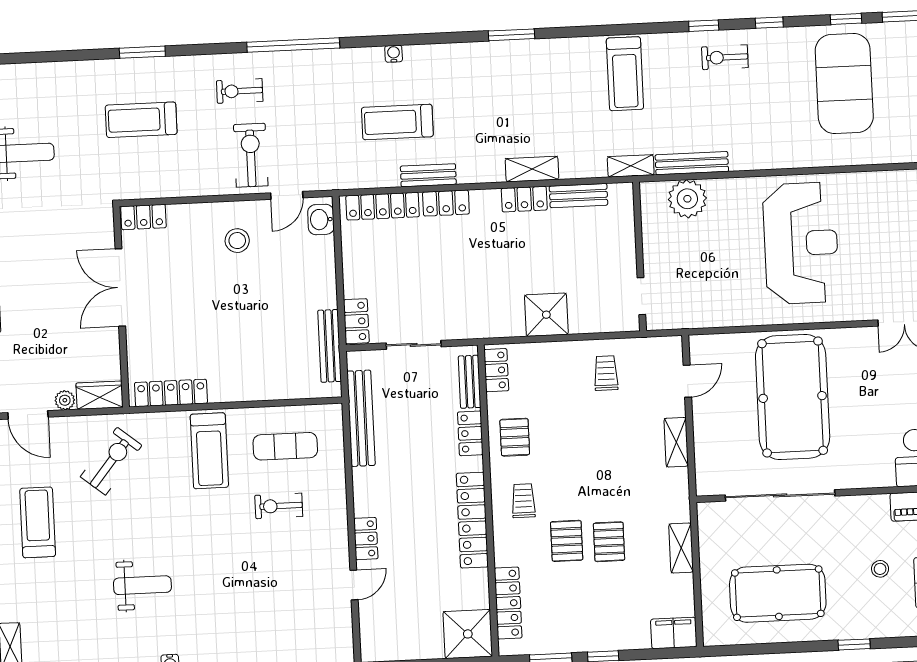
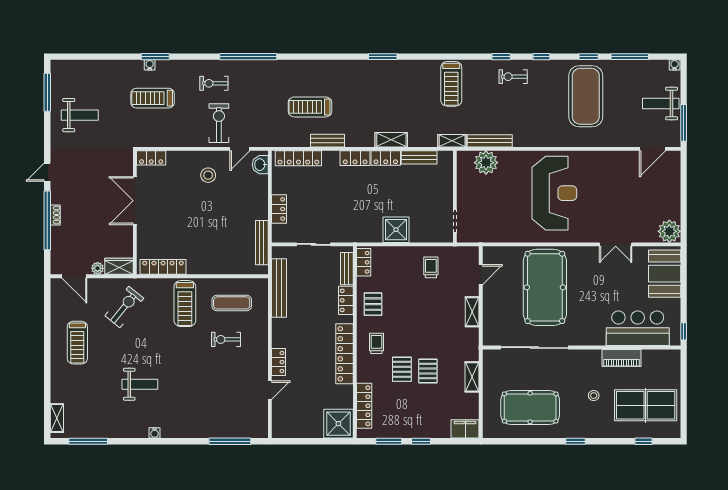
water cooler: (394, 54) -> (150, 65), moved
locker: (446, 203) -> (355, 158), moved
locker: (356, 321) -> (279, 209), moved
treadmill: (38, 522) -> (77, 343), turned 180

